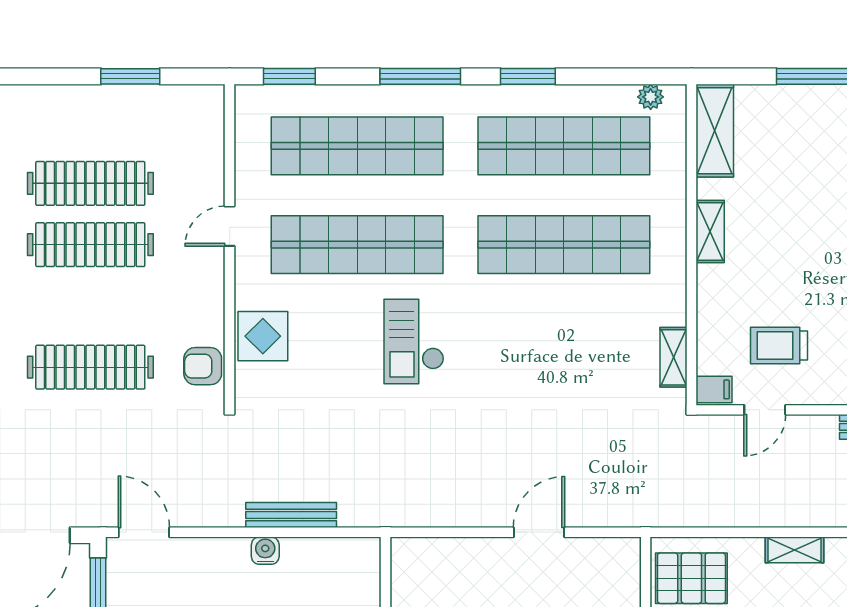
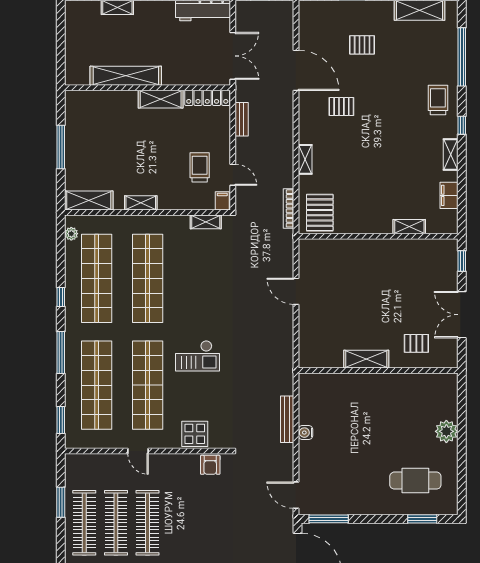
window: (528, 76) -> (61, 297), width x0.67
trolley: (779, 346) -> (200, 167), turned 180
clothes rail: (90, 367) -> (84, 523), moved
bookcase: (699, 518) -> (288, 208), added
door: (144, 532) -> (296, 495), hinge flipped

